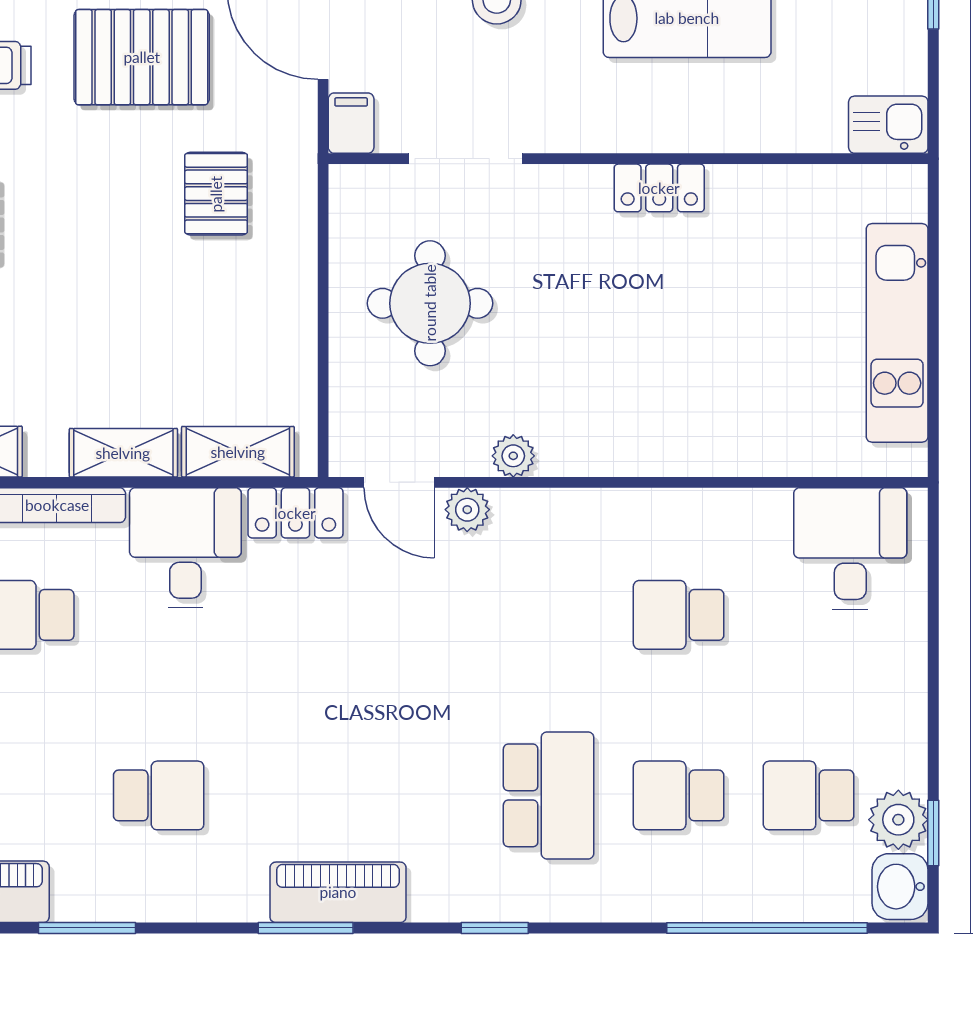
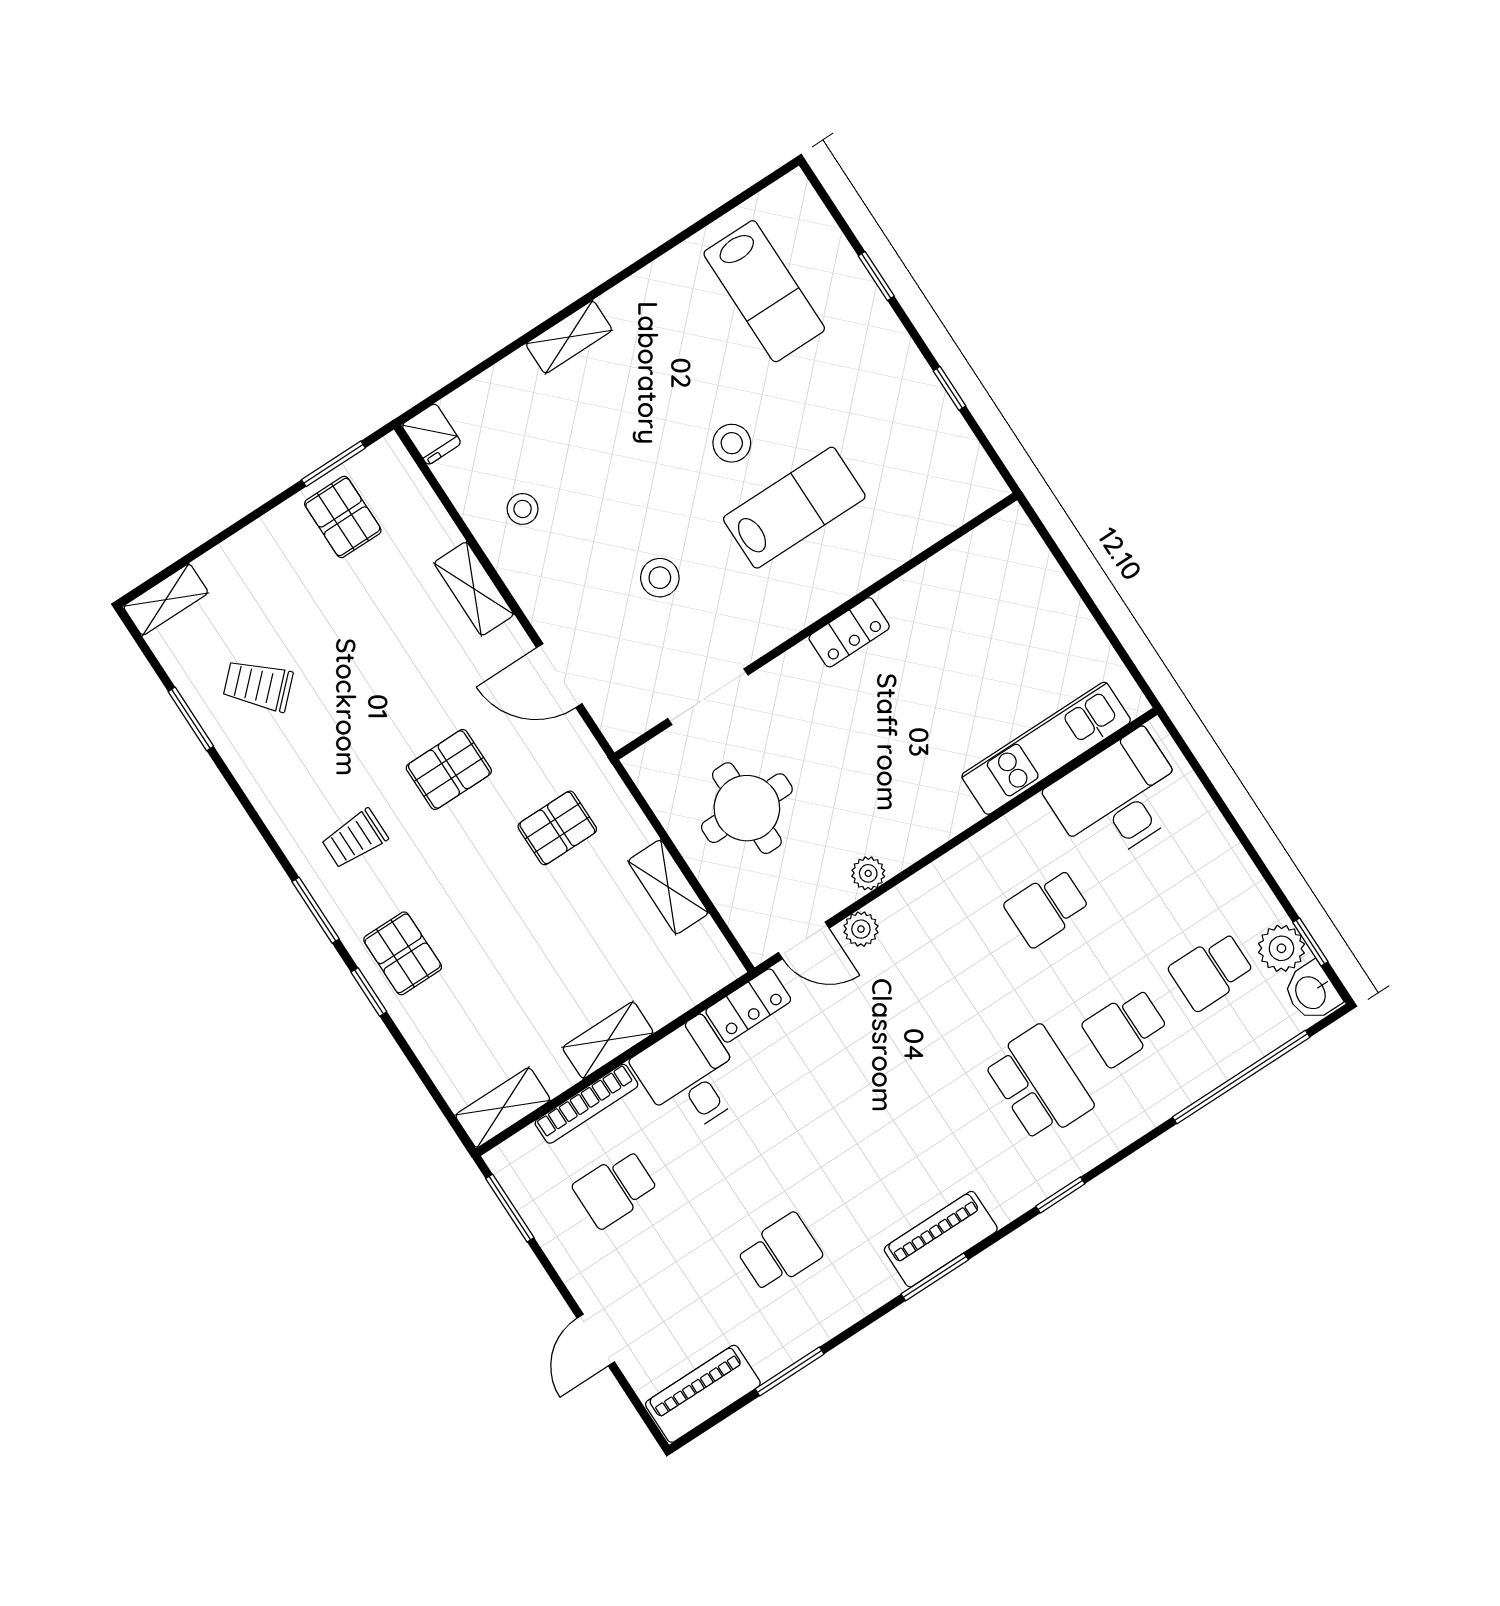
pallet: (142, 57) -> (449, 769), width x0.67, depth x0.71
filing cabinet: (351, 123) -> (616, 723), removed
kitchen sink: (888, 125) -> (974, 491), removed
pallet: (216, 194) -> (557, 828), turned 90
kitchen unit: (897, 333) -> (1046, 748), moved, turned 90
shelving: (238, 452) -> (668, 887), moved, turned 90
desk: (850, 548) -> (1118, 798), width x1.37

